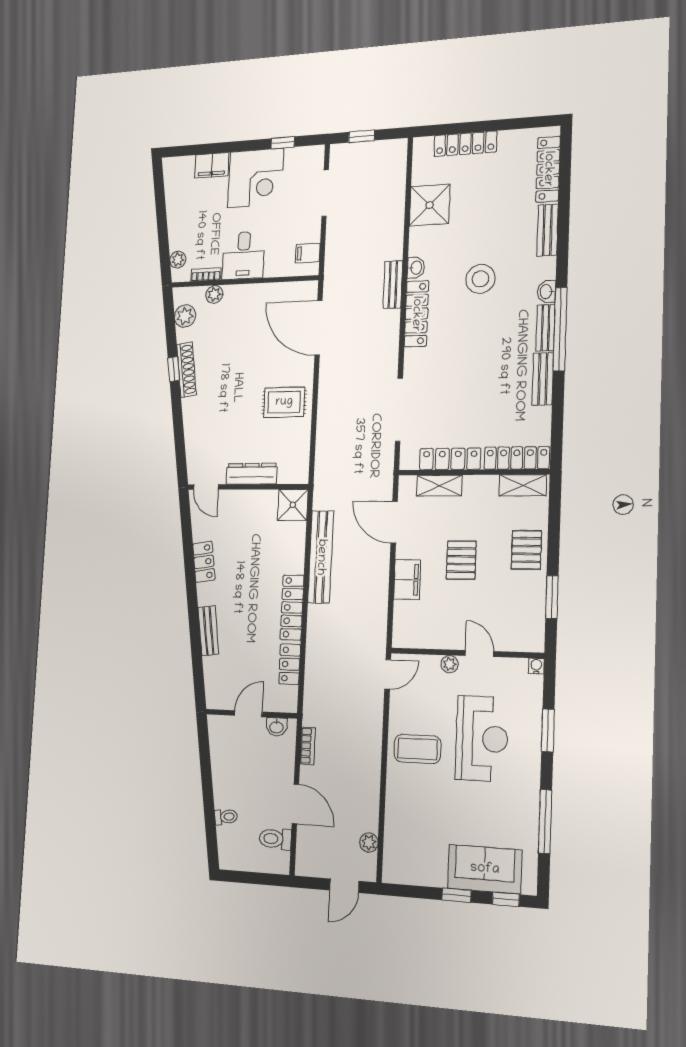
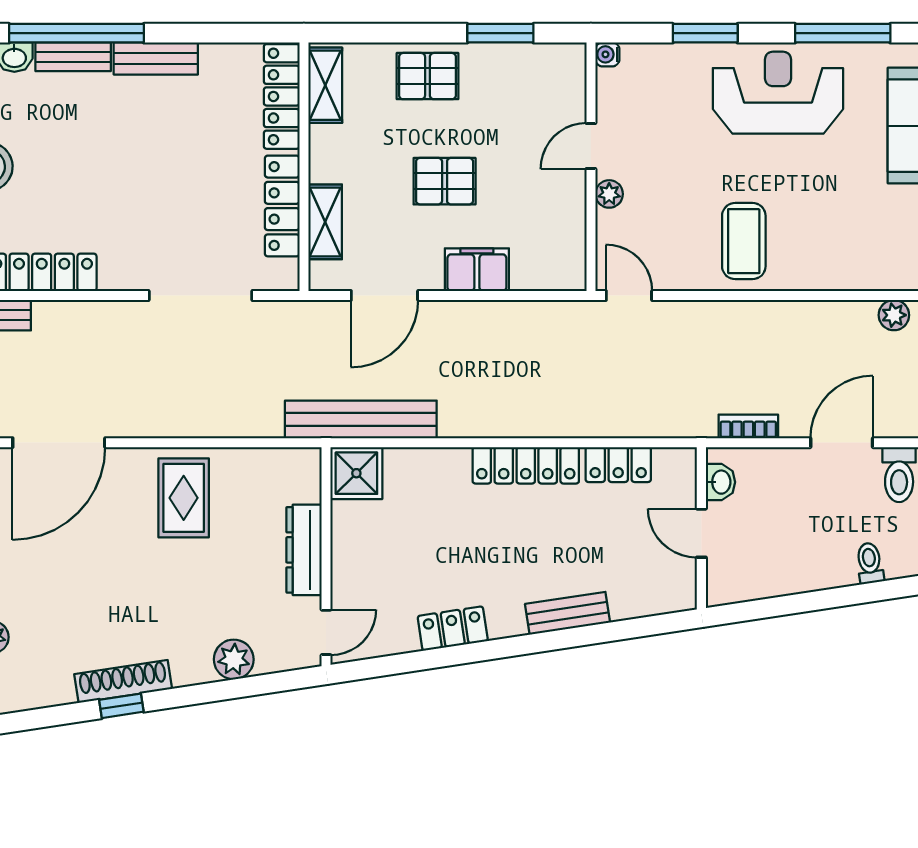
plant: (185, 316) -> (234, 659), moved
bench: (321, 557) -> (361, 419), moved
reception desk: (482, 739) -> (778, 93), moved

